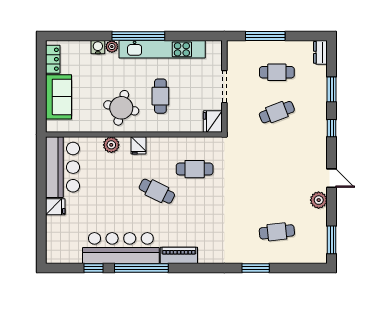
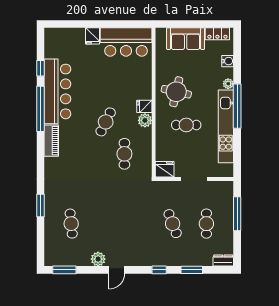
water cooler: (98, 47) -> (228, 61), moved
plant: (111, 145) -> (145, 120), moved

